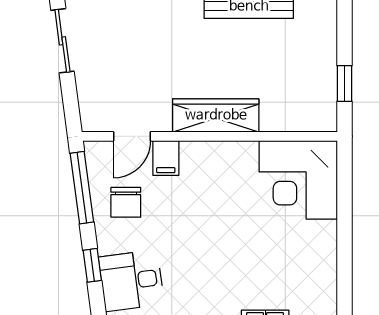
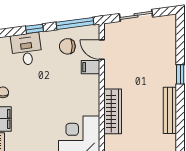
sliding door: (62, 41) -> (136, 15), moved
wardrobe: (216, 115) -> (113, 111), moved

